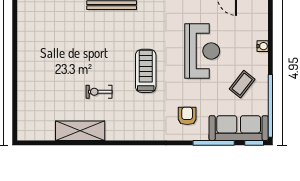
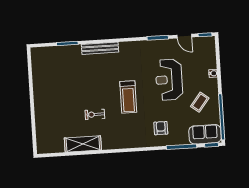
reception desk: (202, 51) -> (169, 80), turned 180
treadmill: (146, 71) -> (128, 97), turned 180
sofa: (239, 128) -> (205, 134), width x0.73

